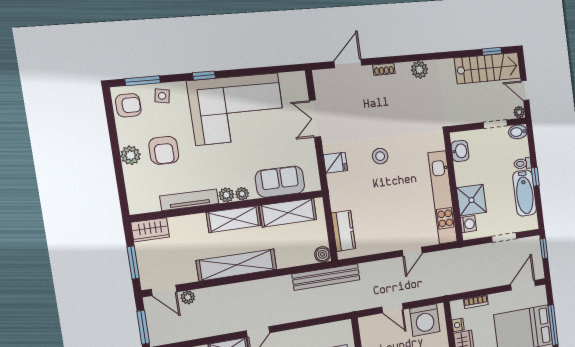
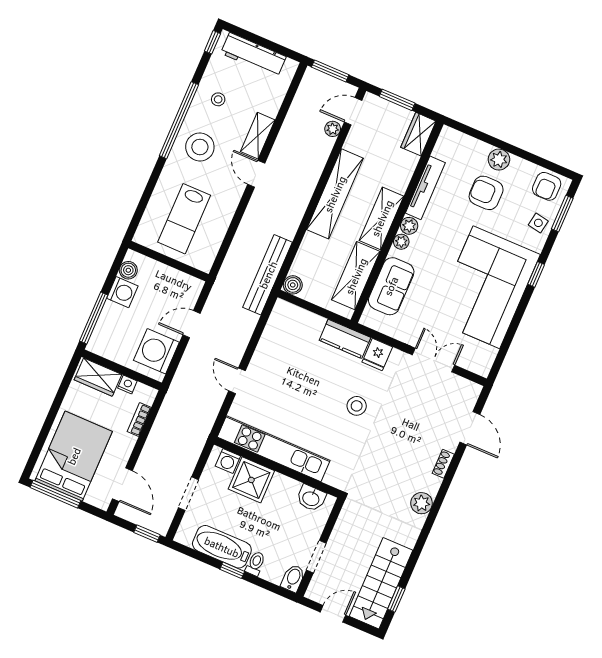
plant: (519, 112) -> (313, 593), removed
kitchen counter: (344, 231) -> (345, 339), moved

